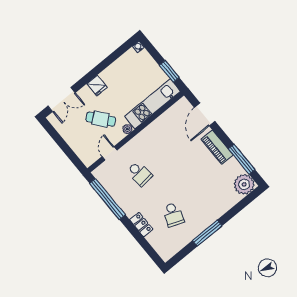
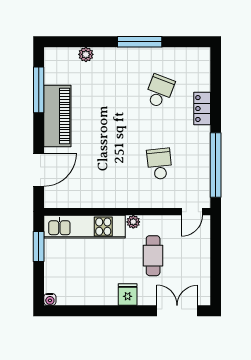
cafe table: (101, 119) -> (153, 256), turned 39
piano: (217, 147) -> (57, 116), width x1.37, depth x1.33
door: (110, 153) -> (192, 212), moved
plant: (244, 184) -> (86, 54), moved, width x0.53, depth x0.53

